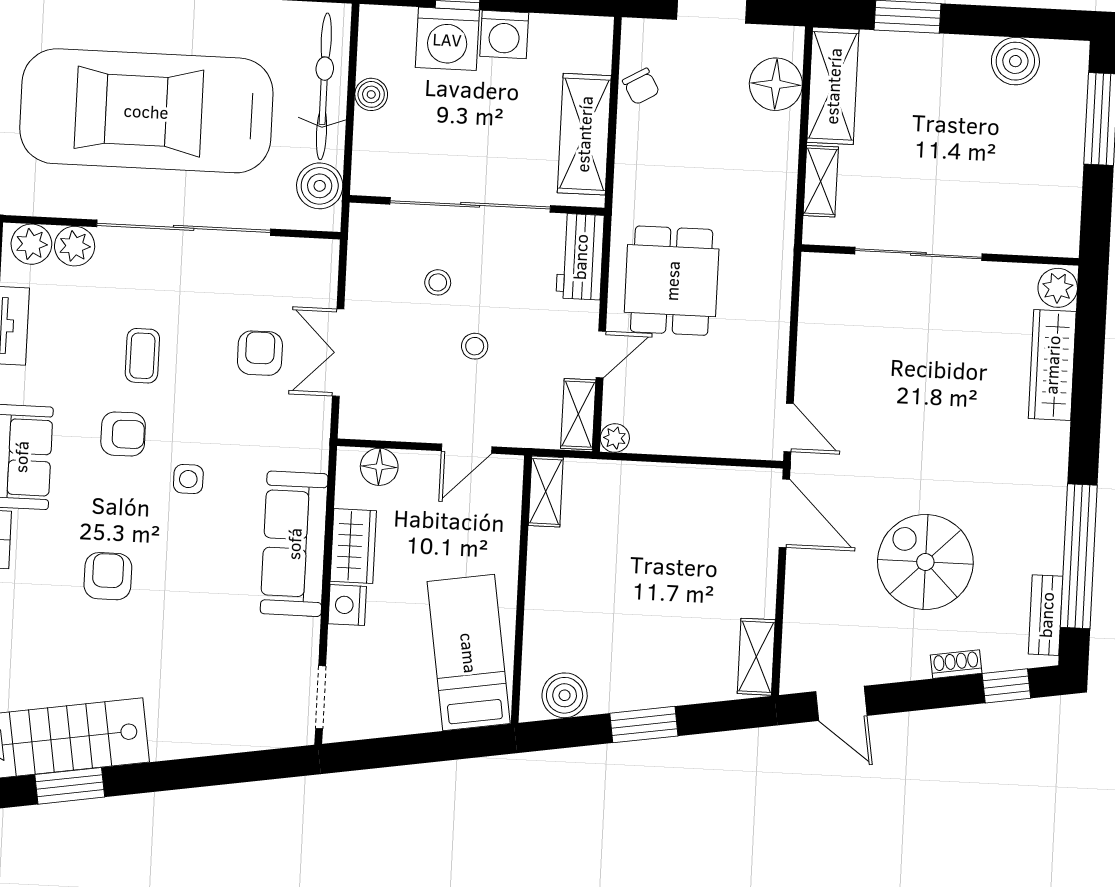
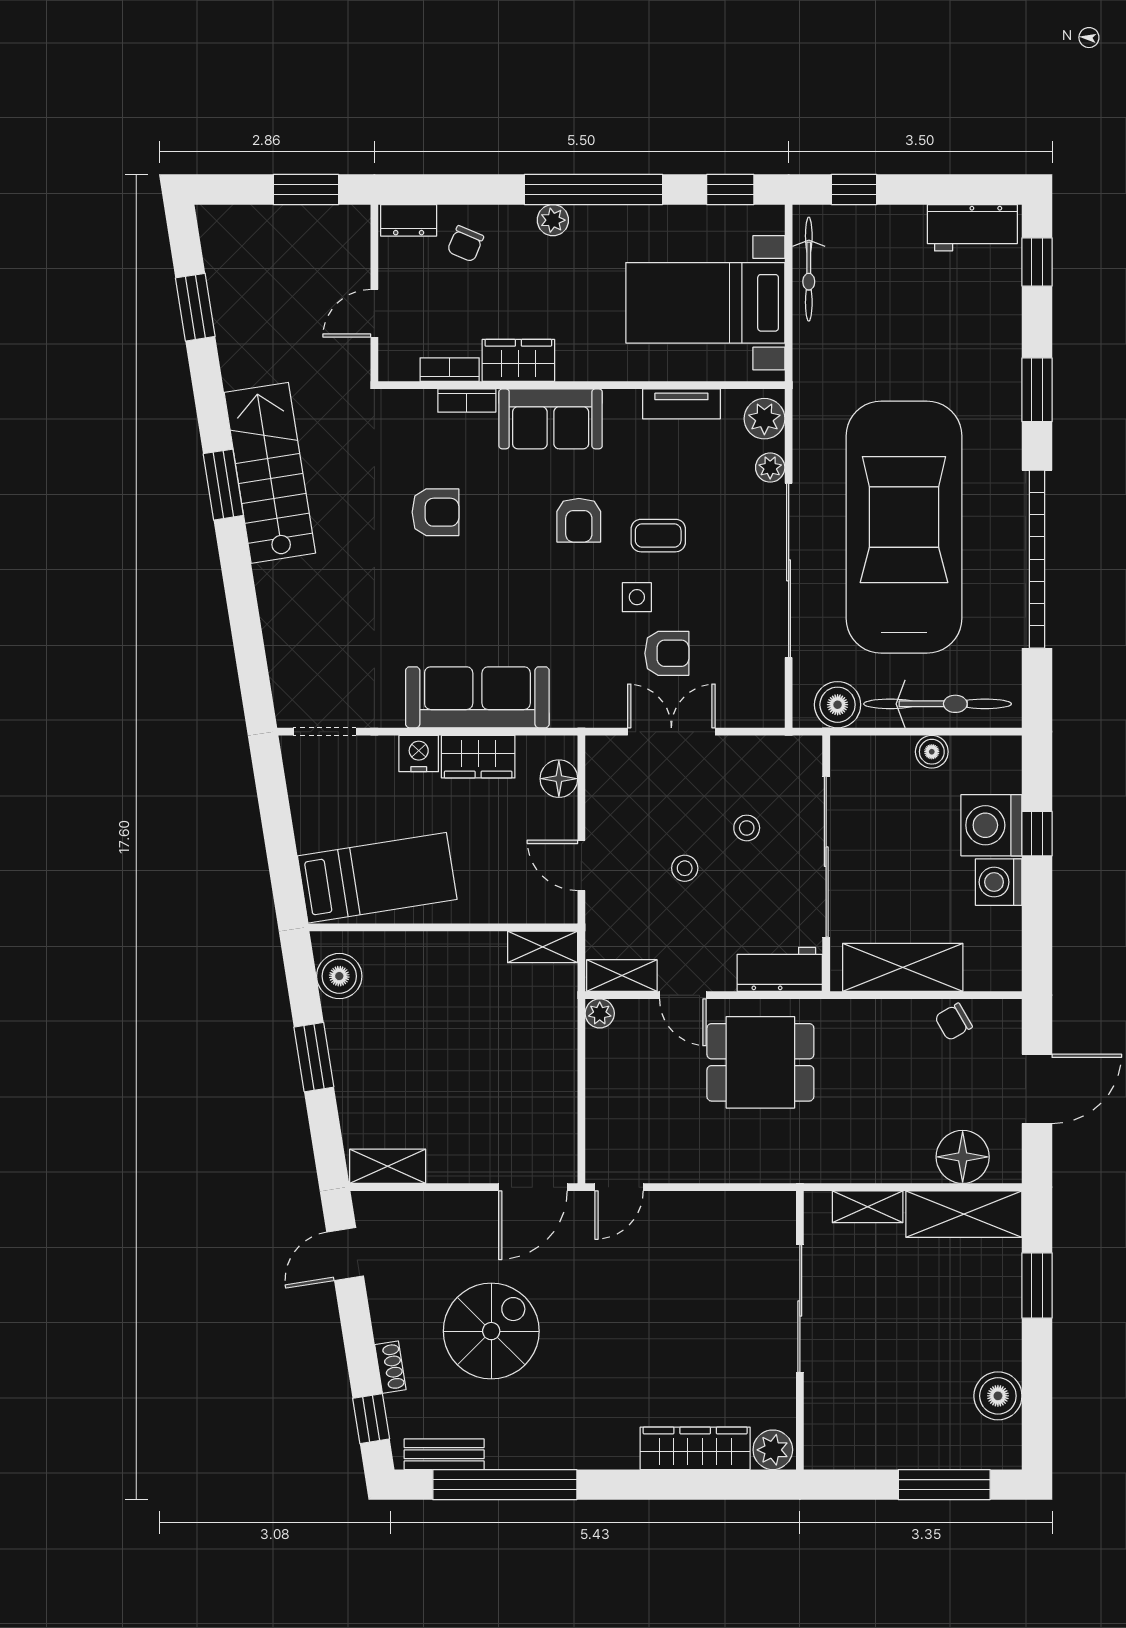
plant: (75, 246) -> (770, 468), width x0.73, depth x0.73
side table: (188, 479) -> (637, 597), moved

